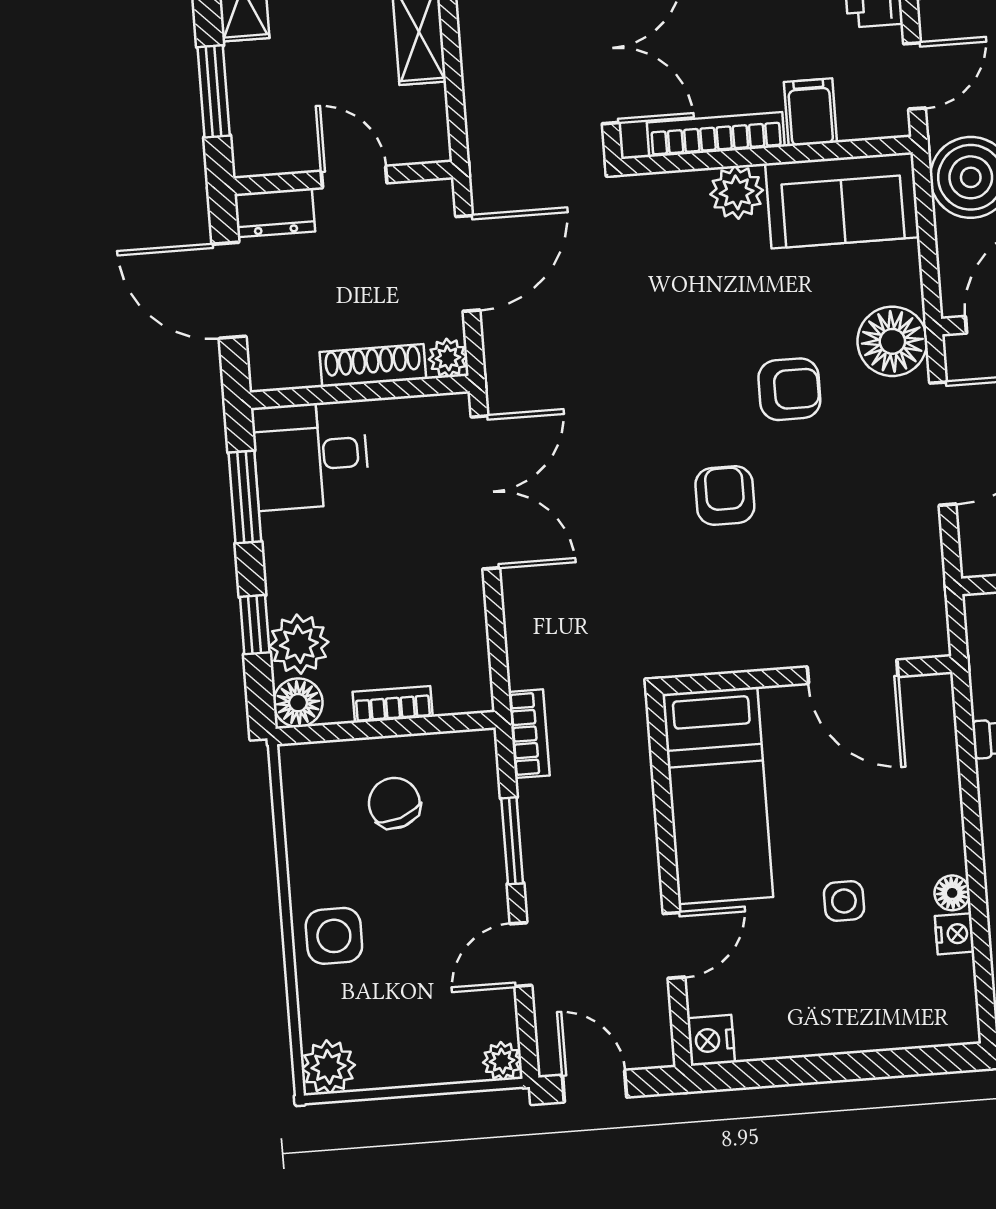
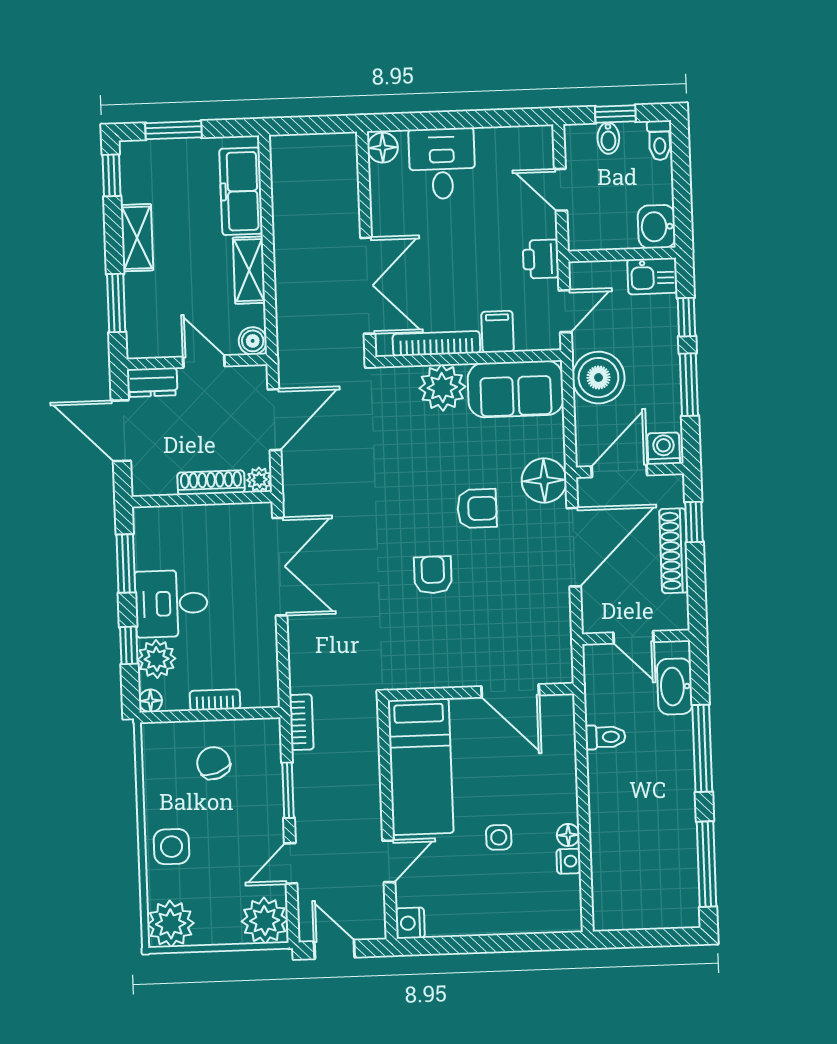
boiler: (429, 142) -> (253, 341), added
plant: (737, 192) -> (442, 388), width x1.36, depth x1.36
desk: (311, 455) -> (171, 604), moved
floor lamp: (298, 703) -> (150, 701), width x0.73, depth x0.73
plant: (502, 1061) -> (265, 921), width x1.87, depth x1.87
plant: (328, 1067) -> (171, 924), width x1.36, depth x1.36

